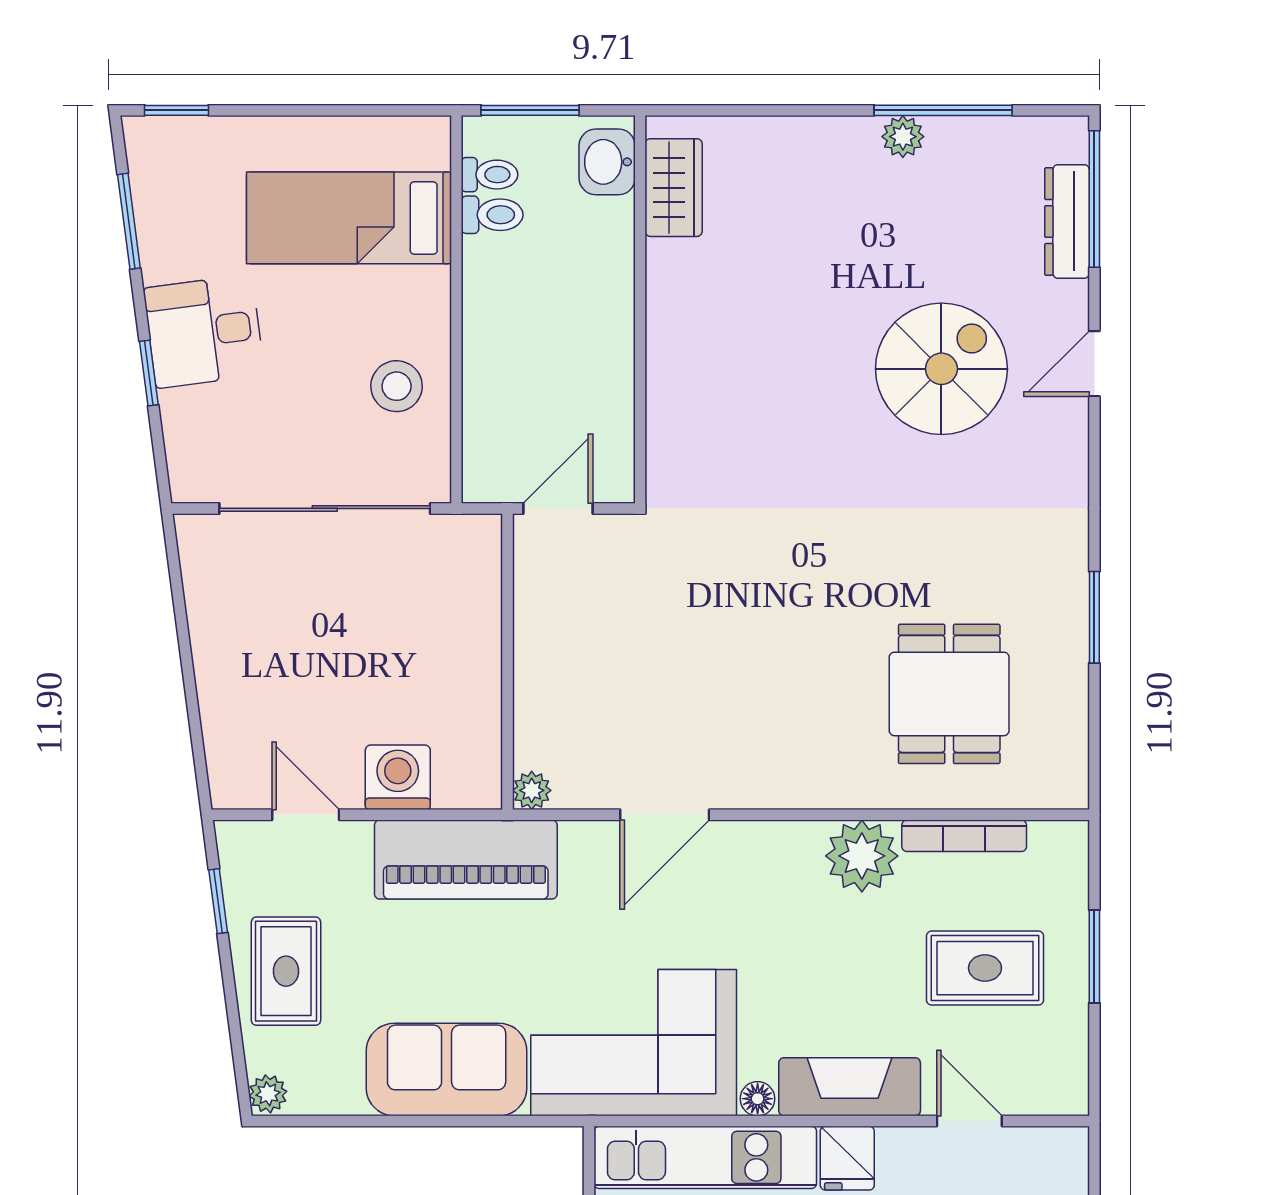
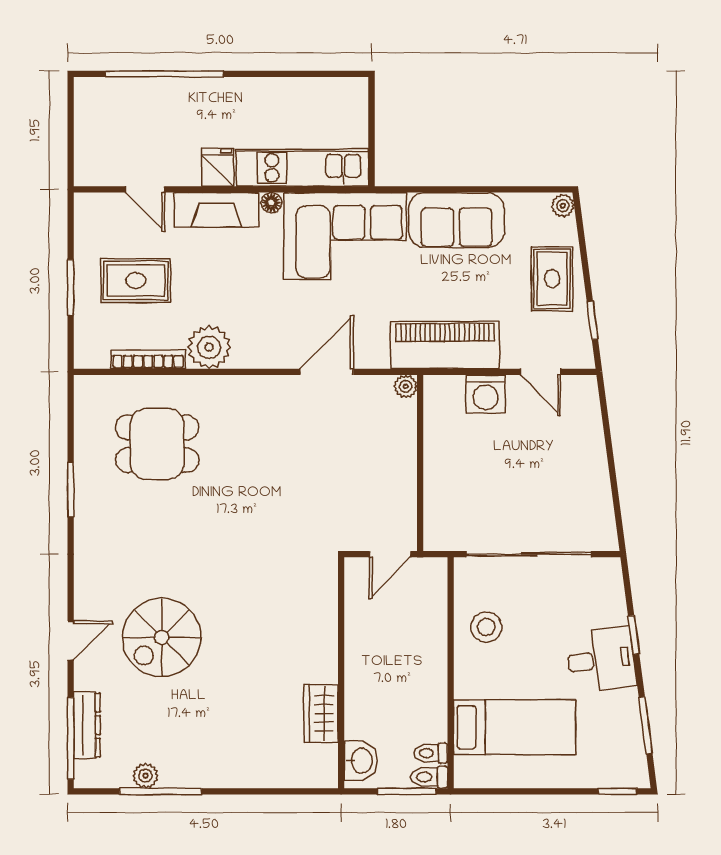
plant: (903, 137) -> (146, 776), moved
wardrobe: (674, 188) -> (321, 714), moved
toilet: (492, 215) -> (429, 777), moved
dining table: (949, 694) -> (157, 444), turned 90

